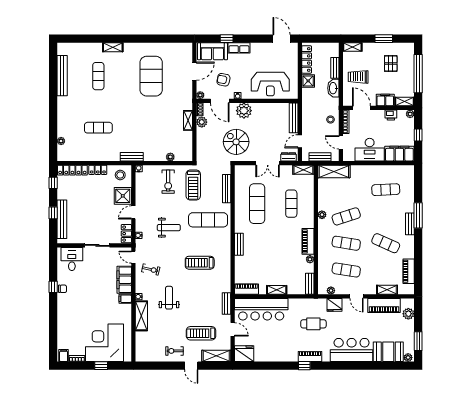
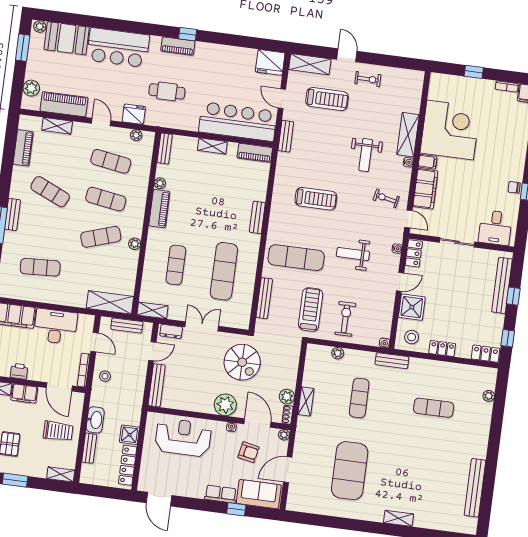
exercise mat: (98, 76) -> (359, 398), moved
locker: (72, 170) -> (486, 354), width x0.66
corner desk: (104, 343) -> (450, 130), moved, turned -90

